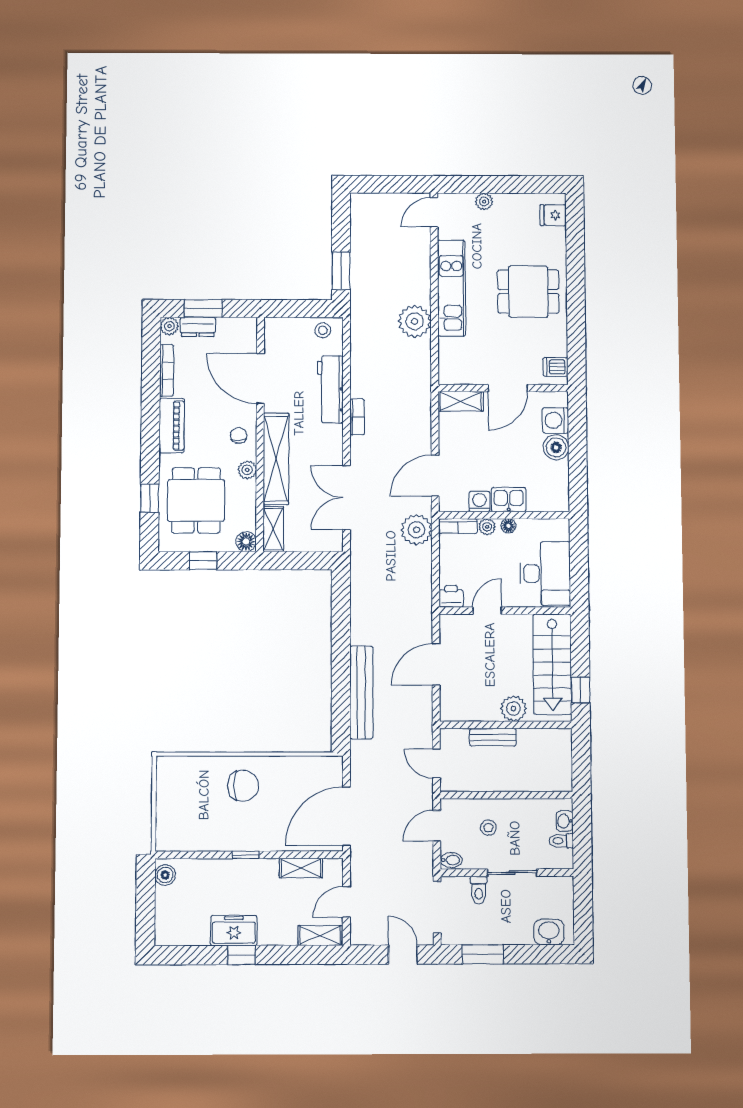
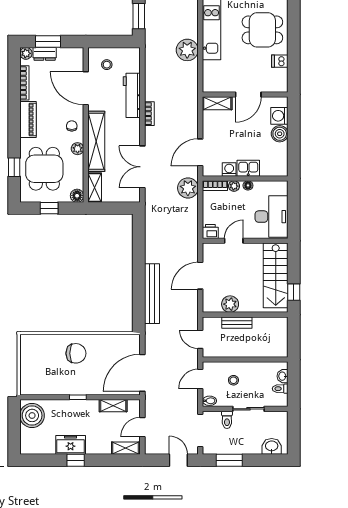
stool: (323, 330) -> (107, 65), moved
dishwasher: (555, 367) -> (280, 61), moved
plant: (513, 709) -> (230, 304), moved
boiler: (165, 875) -> (32, 415), width x1.86, depth x1.86

